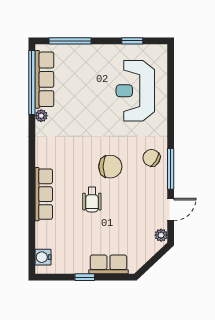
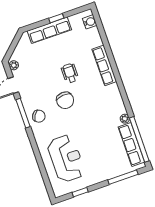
chair: (110, 167) -> (65, 100), turned -94
row of seats: (108, 264) -> (49, 30), width x1.48

